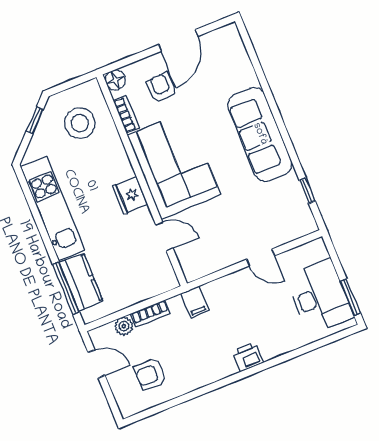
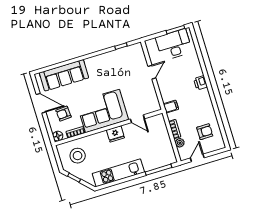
sofa: (260, 134) -> (64, 75), moved
door: (164, 237) -> (137, 119), swing flipped
kitchen counter: (81, 282) -> (156, 162), removed
armchair: (151, 374) -> (205, 132), turned -90

